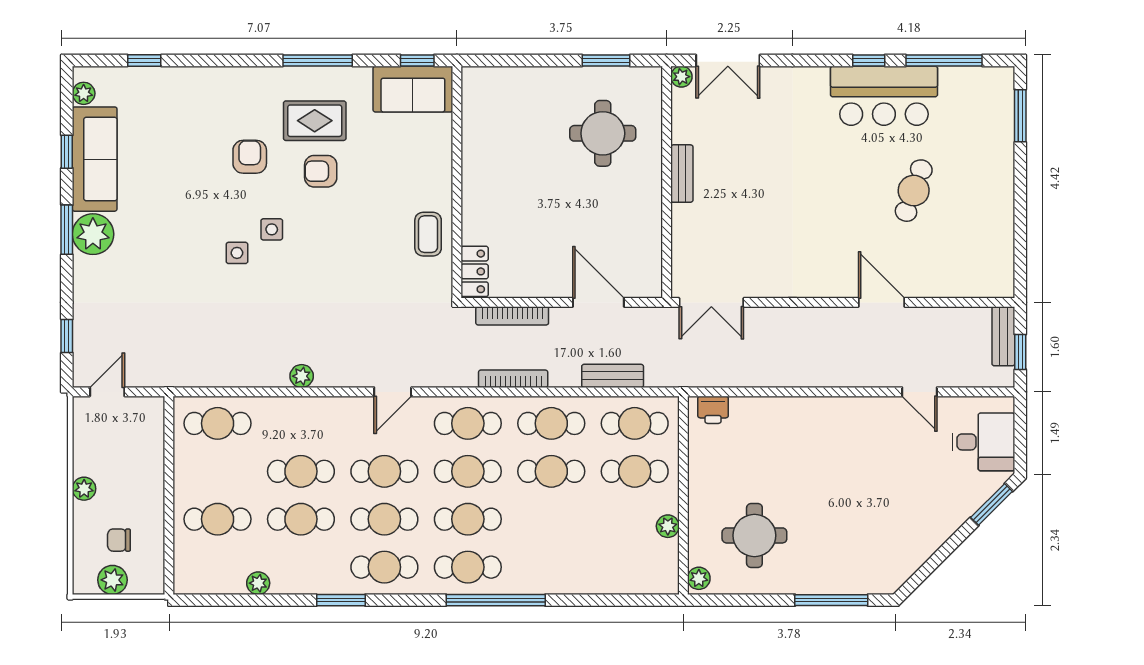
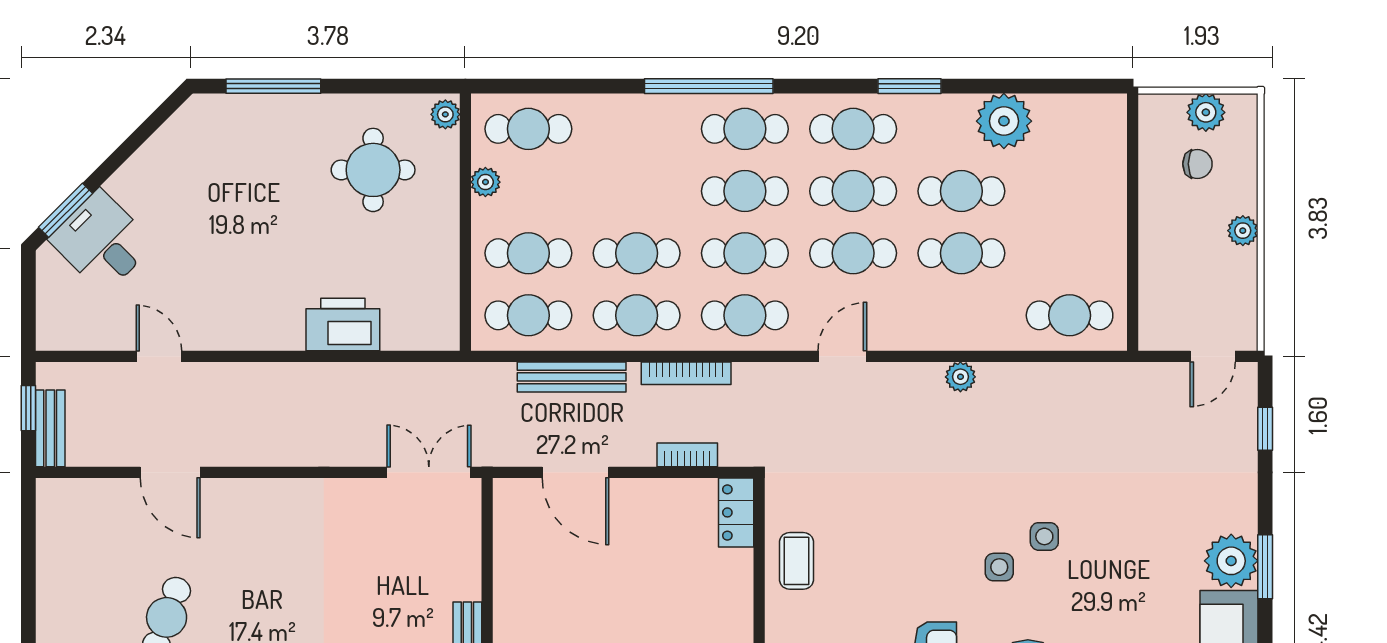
door: (882, 302) -> (170, 472), moved
bookcase: (512, 316) -> (687, 455), width x0.64
bench: (613, 376) -> (572, 377), width x1.36
printer: (713, 410) -> (343, 324), moved, width x1.87, depth x1.48
desk: (983, 442) -> (102, 242), moved, turned 45
cafe table: (218, 519) -> (528, 129), moved
plant: (258, 583) -> (1004, 121), width x1.87, depth x1.87

